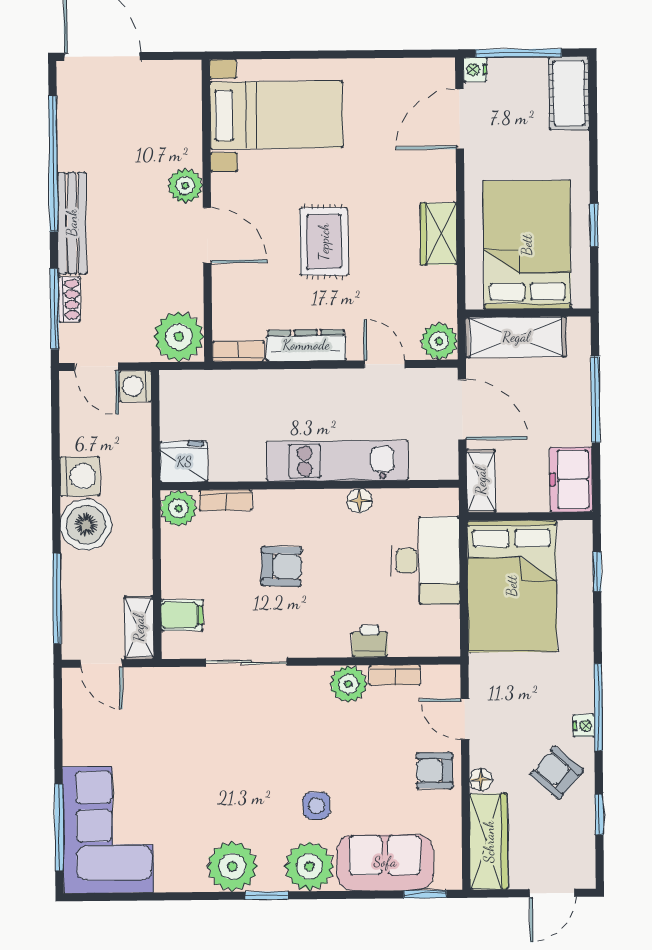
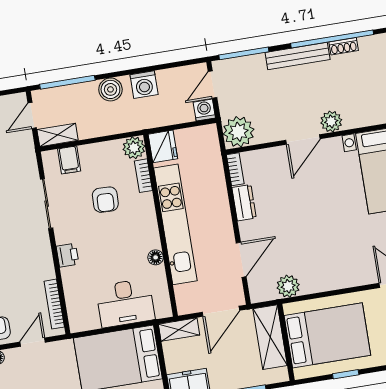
wardrobe: (439, 234) -> (326, 280), removed
rug: (324, 242) -> (310, 211), removed
shoe rack: (69, 299) -> (344, 46), moved
plant: (439, 341) -> (288, 286), moved
dresser: (306, 345) -> (244, 203), width x0.70
door: (385, 364) -> (241, 260), width x1.38
kitchen unit: (337, 461) -> (175, 224), width x1.36
boiler: (86, 524) -> (110, 89), width x0.73, depth x0.73
armchair: (281, 566) -> (105, 200), moved
printer: (370, 641) -> (67, 255), moved
bookcase: (395, 675) -> (54, 304), width x1.56
plant: (348, 684) -> (43, 268), removed

